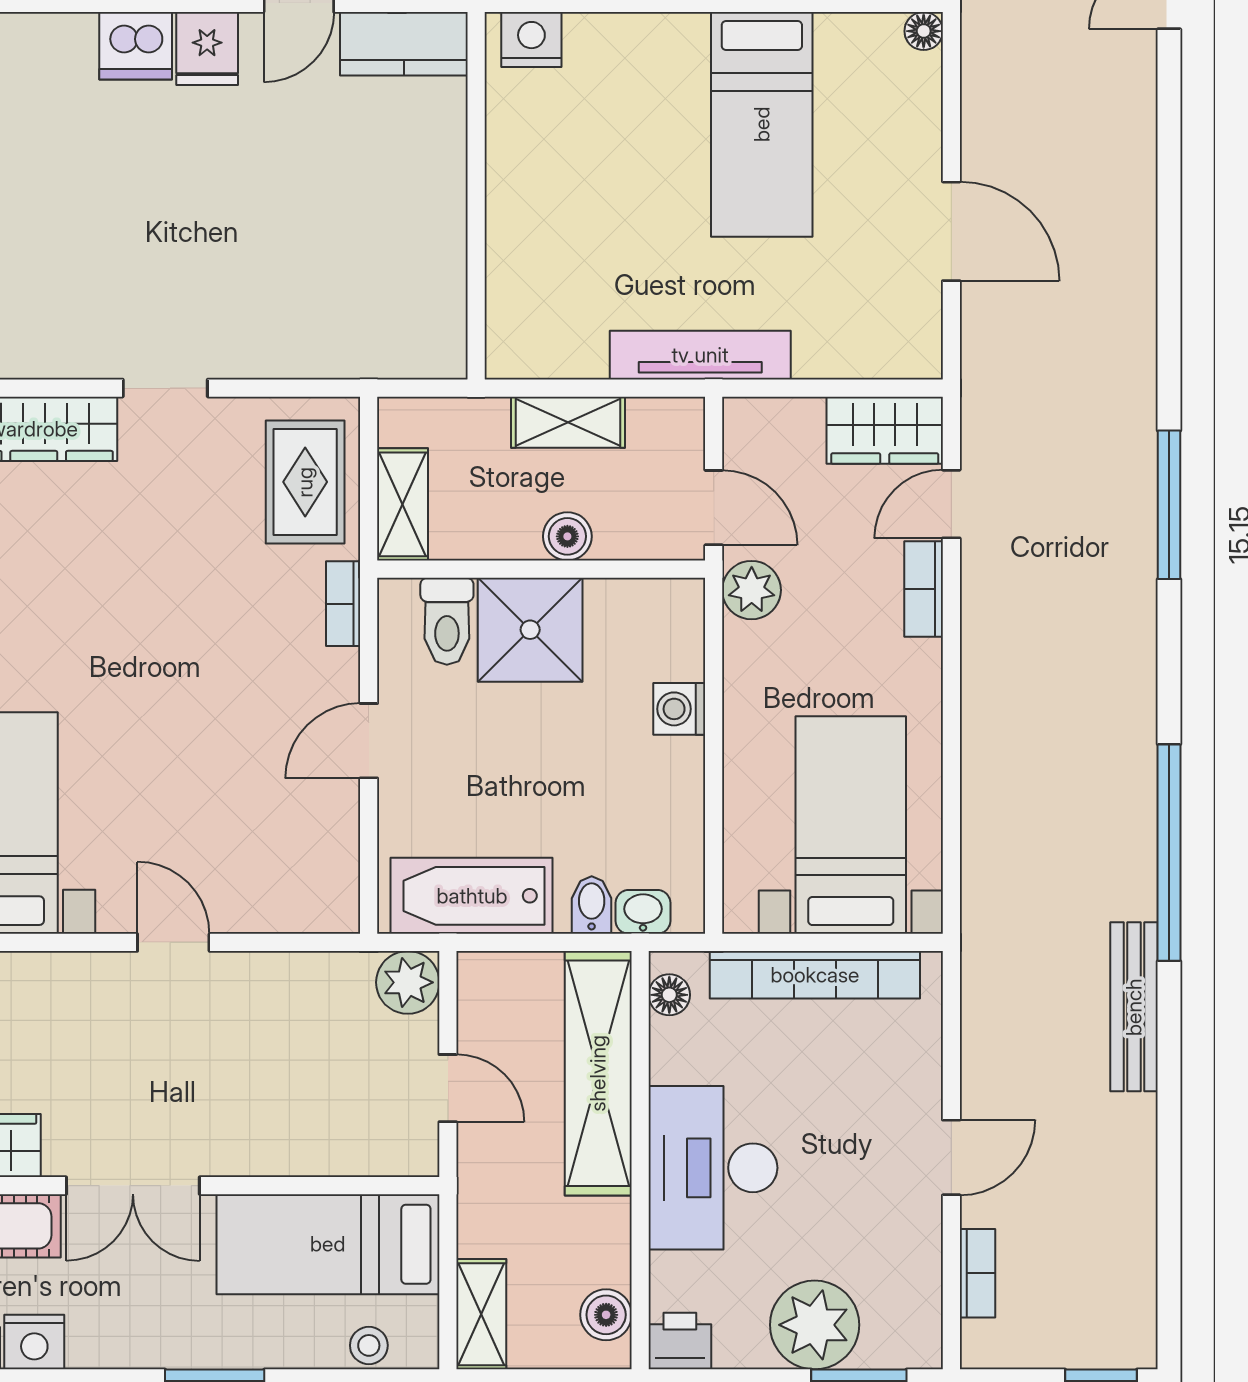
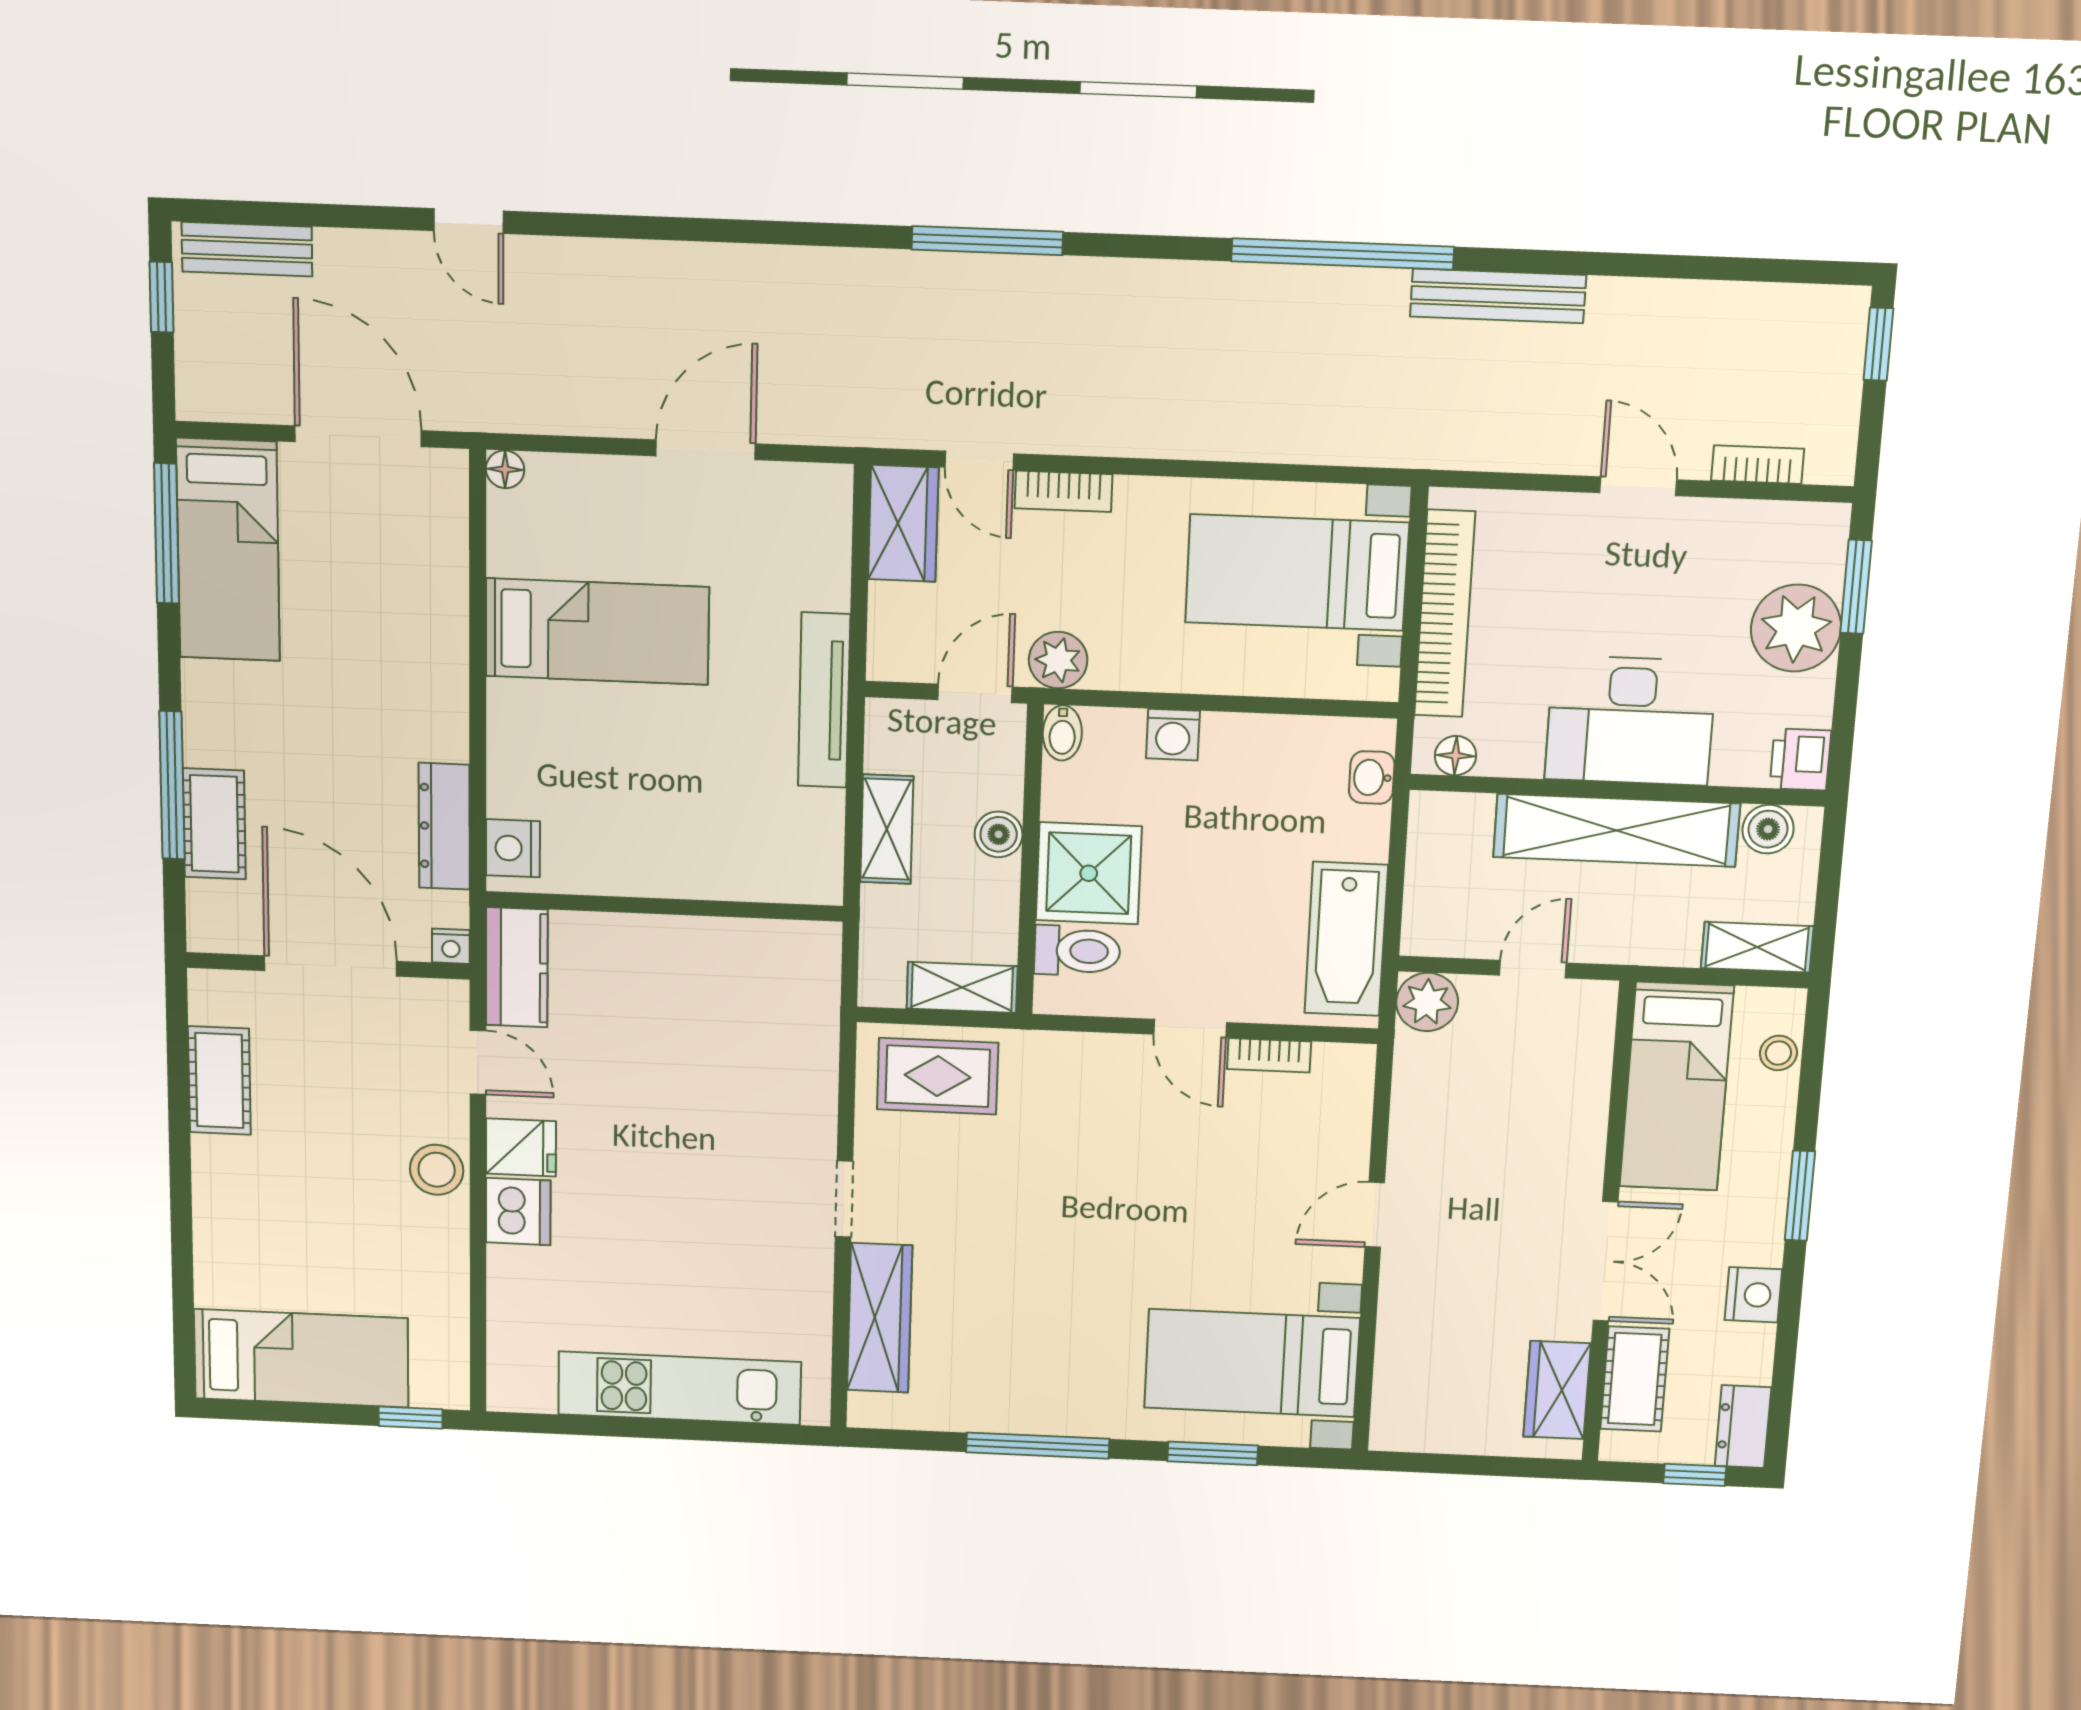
bookcase: (343, 604) -> (1269, 1055), moved
bidet: (592, 905) -> (1062, 733), moved, turned -90
shelving: (598, 1073) -> (1616, 830), moved
nightstand: (34, 1342) -> (1753, 1295), moved

